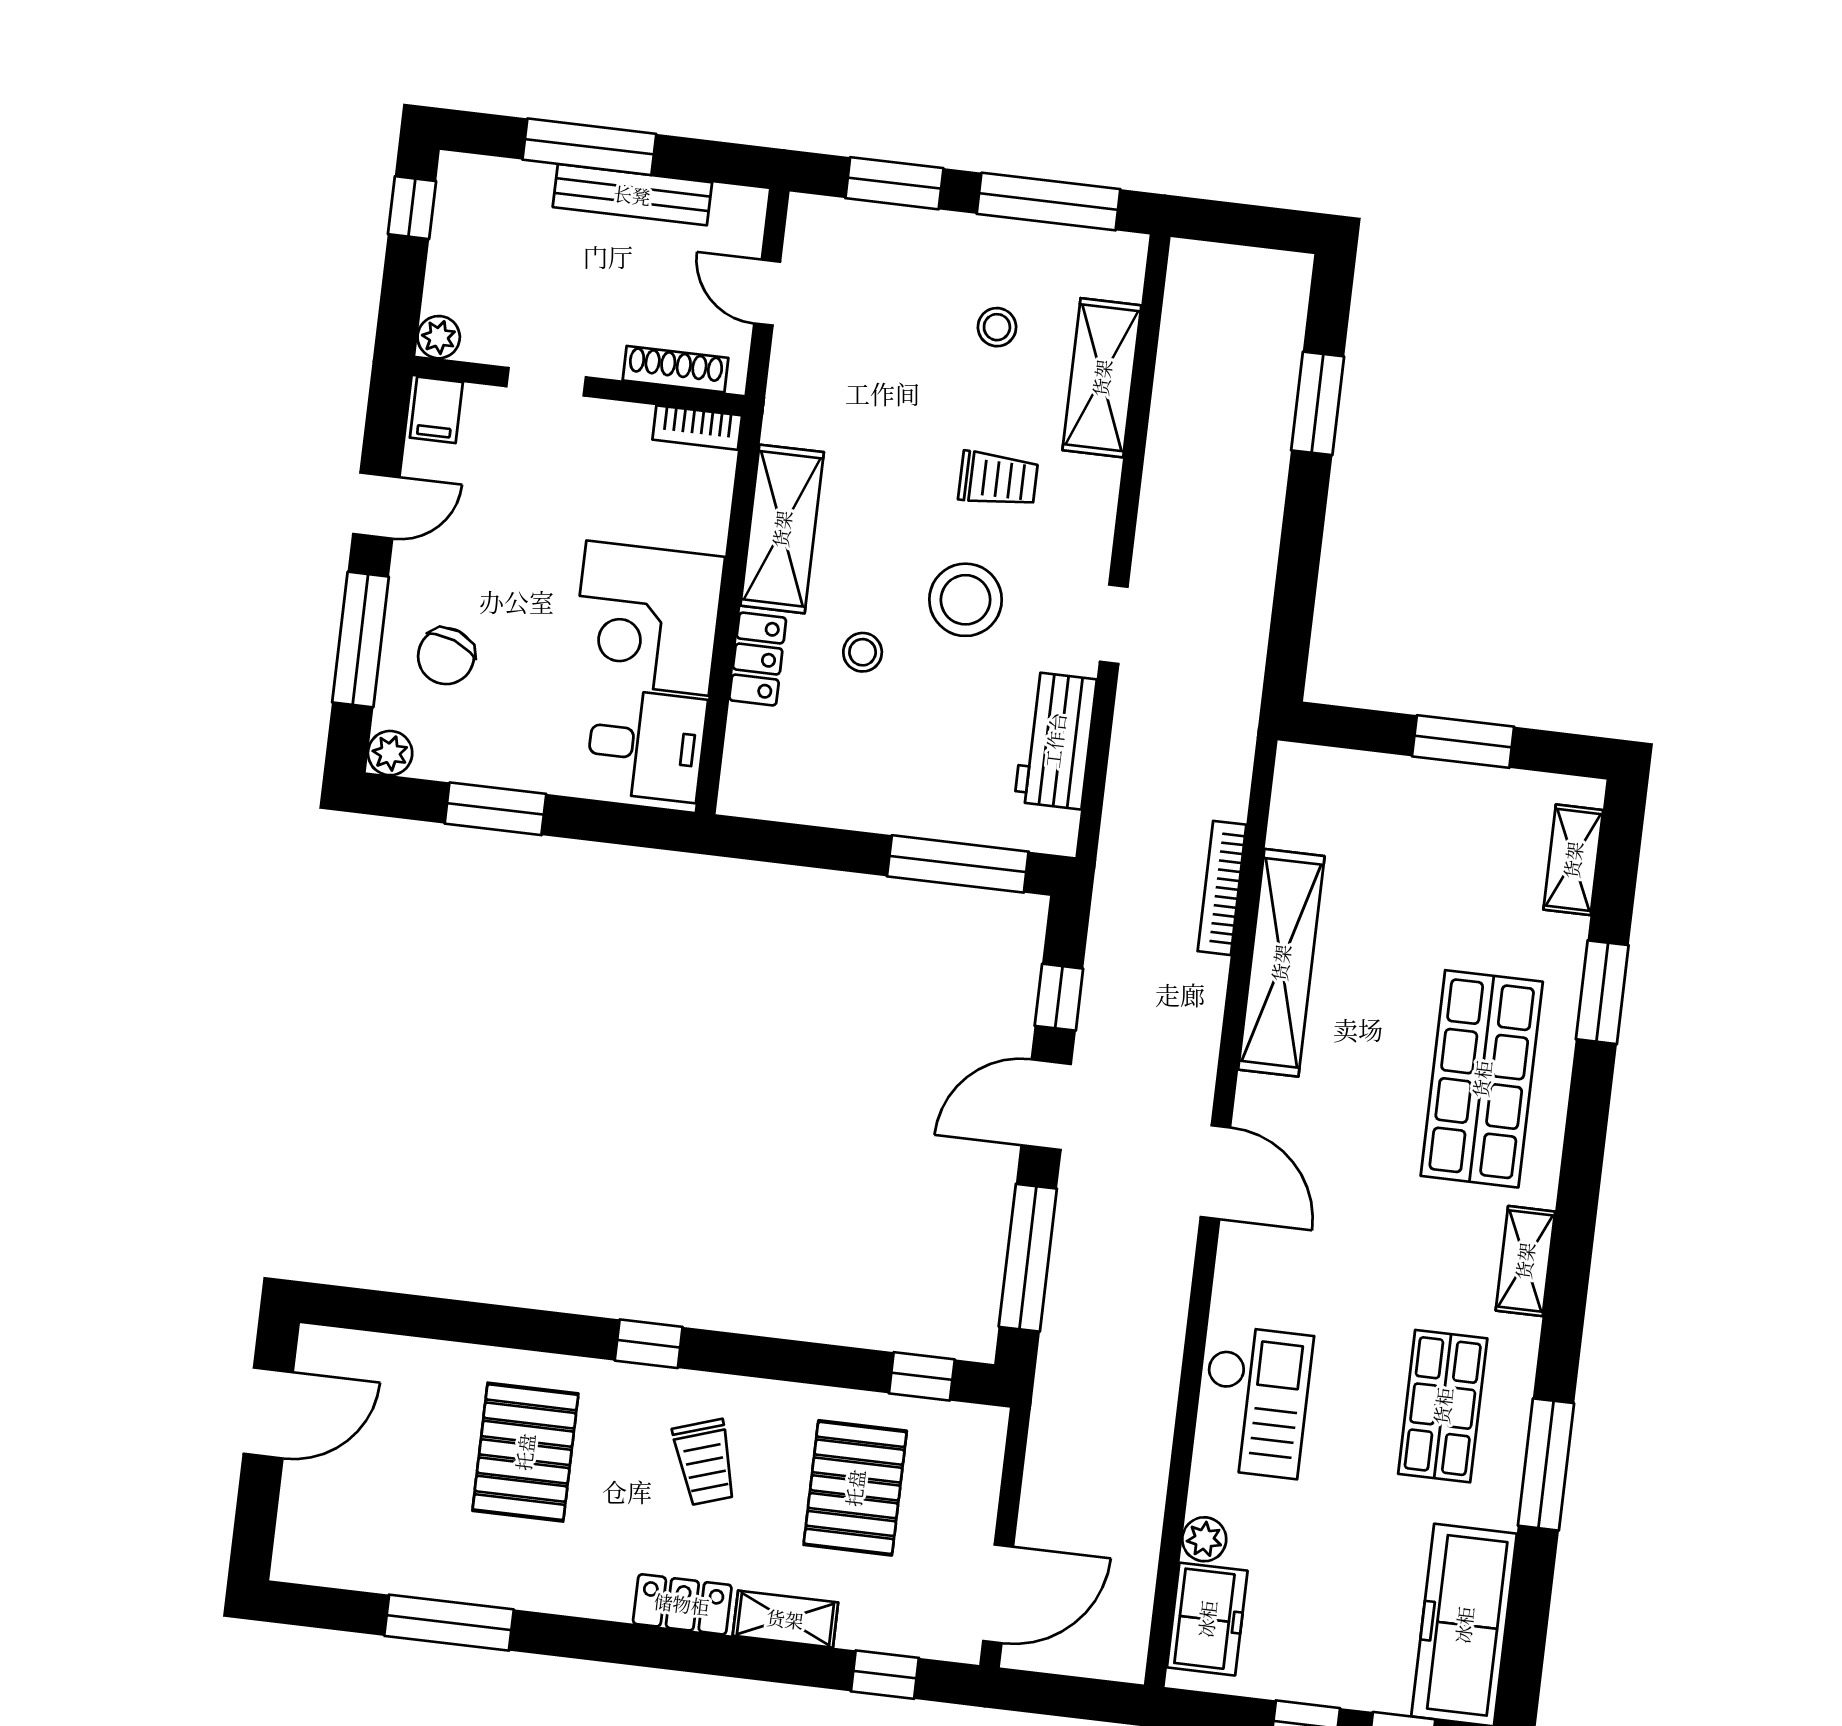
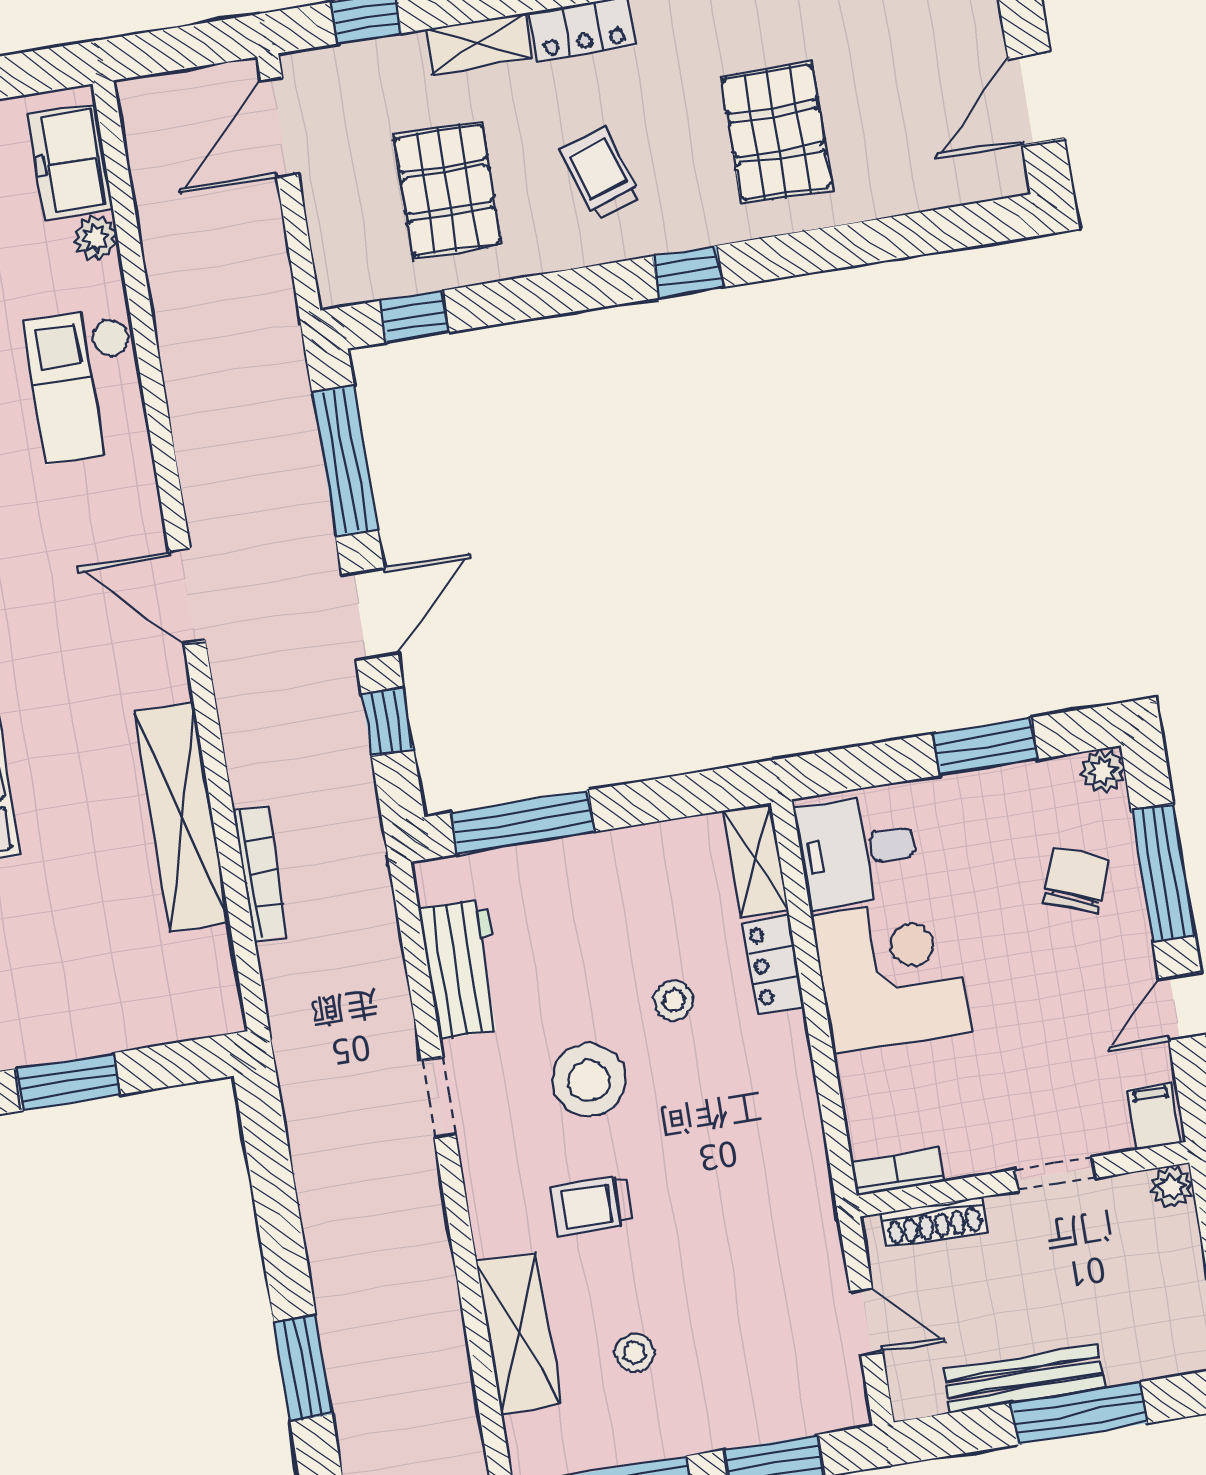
shelving: (782, 529) -> (756, 860), moved, width x0.67, depth x0.75

